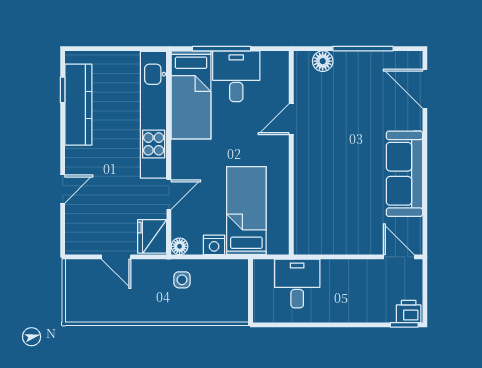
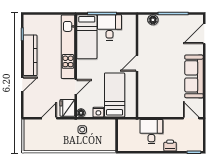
door: (425, 89) -> (204, 34), hinge flipped
kitchen counter: (78, 105) -> (30, 55), moved
door: (291, 119) -> (137, 63), moved
door: (116, 257) -> (49, 118), swing flipped
desk: (297, 284) -> (151, 132), moved
printer: (409, 311) -> (170, 146), moved

